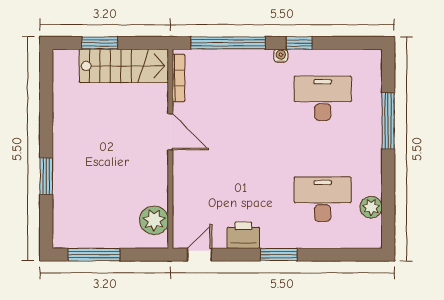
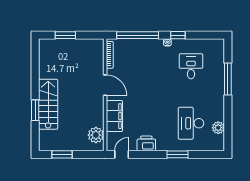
stairs: (124, 66) -> (48, 104), moved, turned -90
desk: (323, 98) -> (191, 66), width x0.73
filing cabinet: (187, 187) -> (114, 116), added
desk: (323, 199) -> (191, 123), turned -90
window: (94, 255) -> (62, 154), width x0.69
window: (279, 255) -> (178, 154), moved

